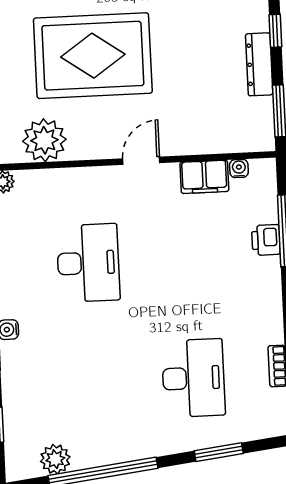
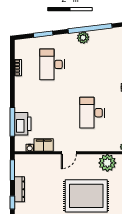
printer: (266, 240) -> (23, 124), width x1.87, depth x1.48
plant: (55, 459) -> (83, 38), moved

